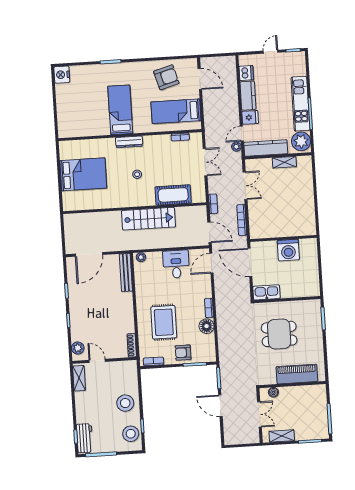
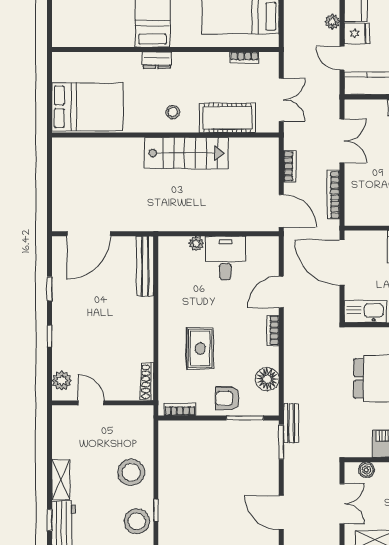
door: (242, 134) -> (342, 58), hinge flipped
dresser: (129, 142) -> (157, 60), width x0.70
plant: (236, 147) -> (332, 22), moved
cot: (173, 195) -> (228, 118), moved
wall: (135, 208) -> (165, 135), moved
stairs: (149, 219) -> (186, 153), moved
plant: (141, 257) -> (196, 243), moved
door: (211, 263) -> (281, 292), moved
rug: (164, 322) -> (200, 348), width x0.73, depth x0.70
floor lamp: (207, 326) -> (267, 379), moved
bench: (224, 366) -> (291, 423), added
shelving: (79, 378) -> (61, 479), moved
door: (220, 406) -> (281, 513), moved

